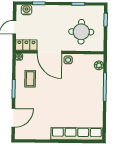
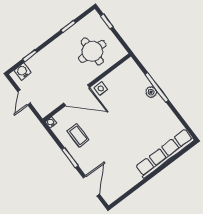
locker: (26, 45) -> (49, 106), removed
plant: (99, 65) -> (151, 92), moved

